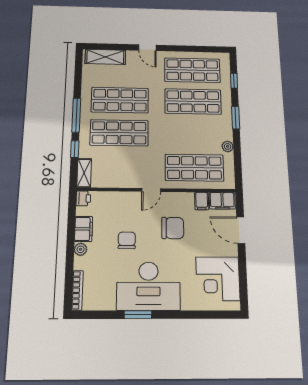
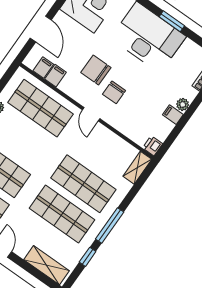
window: (75, 149) -> (88, 257), moved
door: (151, 190) -> (91, 114), swing flipped
filing cabinet: (222, 201) -> (43, 68), width x0.50
filing cabinet: (84, 229) -> (173, 115), width x0.50
chair: (127, 240) -> (114, 92), moved

